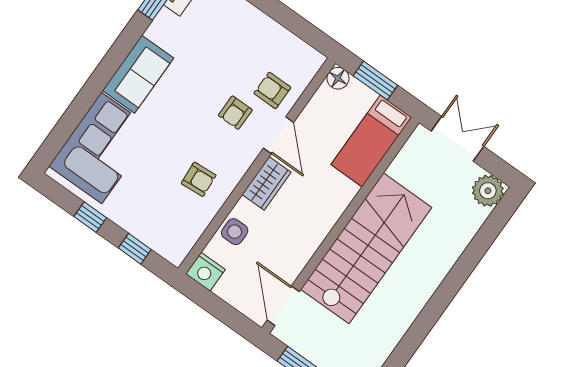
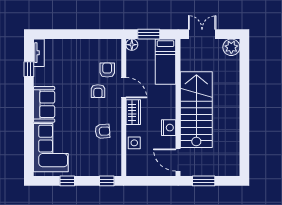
armchair: (272, 90) -> (107, 70), turned 90
window: (135, 249) -> (107, 181), moved
nightstand: (205, 272) -> (169, 128), moved, turned -90

